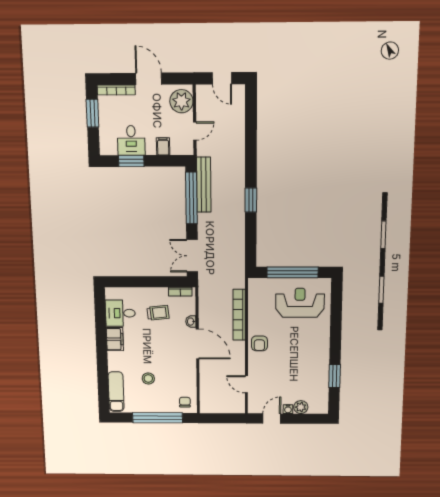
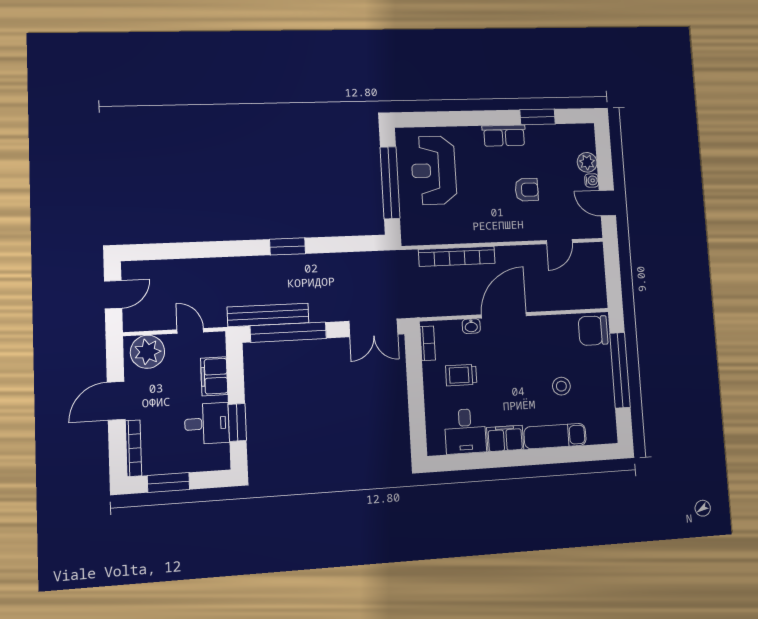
filing cabinet: (163, 146) -> (214, 376), width x2.00
trolley: (158, 313) -> (461, 375), turned -84
armchair: (259, 343) -> (527, 190), moved
row of seats: (322, 352) -> (504, 136), added
exam couch: (116, 392) -> (555, 436), moved
chair: (185, 402) -> (593, 331), width x1.87, depth x1.87

